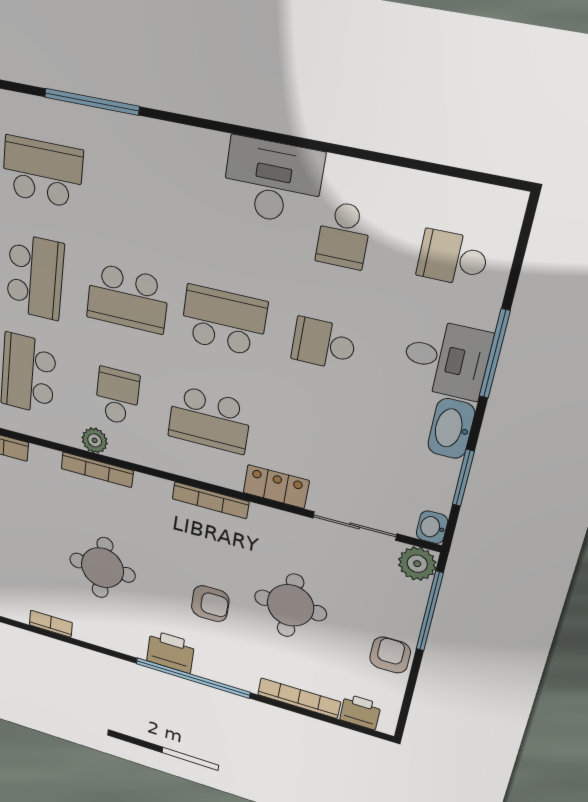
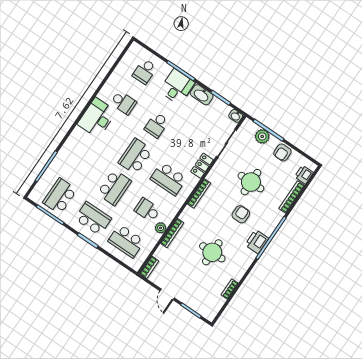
school desk: (209, 420) -> (168, 179), turned 90
plant: (417, 564) -> (262, 136), moved
armchair: (390, 655) -> (282, 152), turned -90

